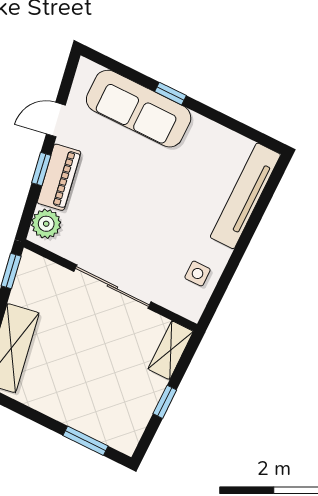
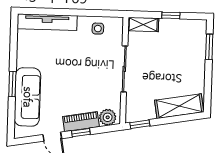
window: (171, 94) -> (12, 84), width x1.50

